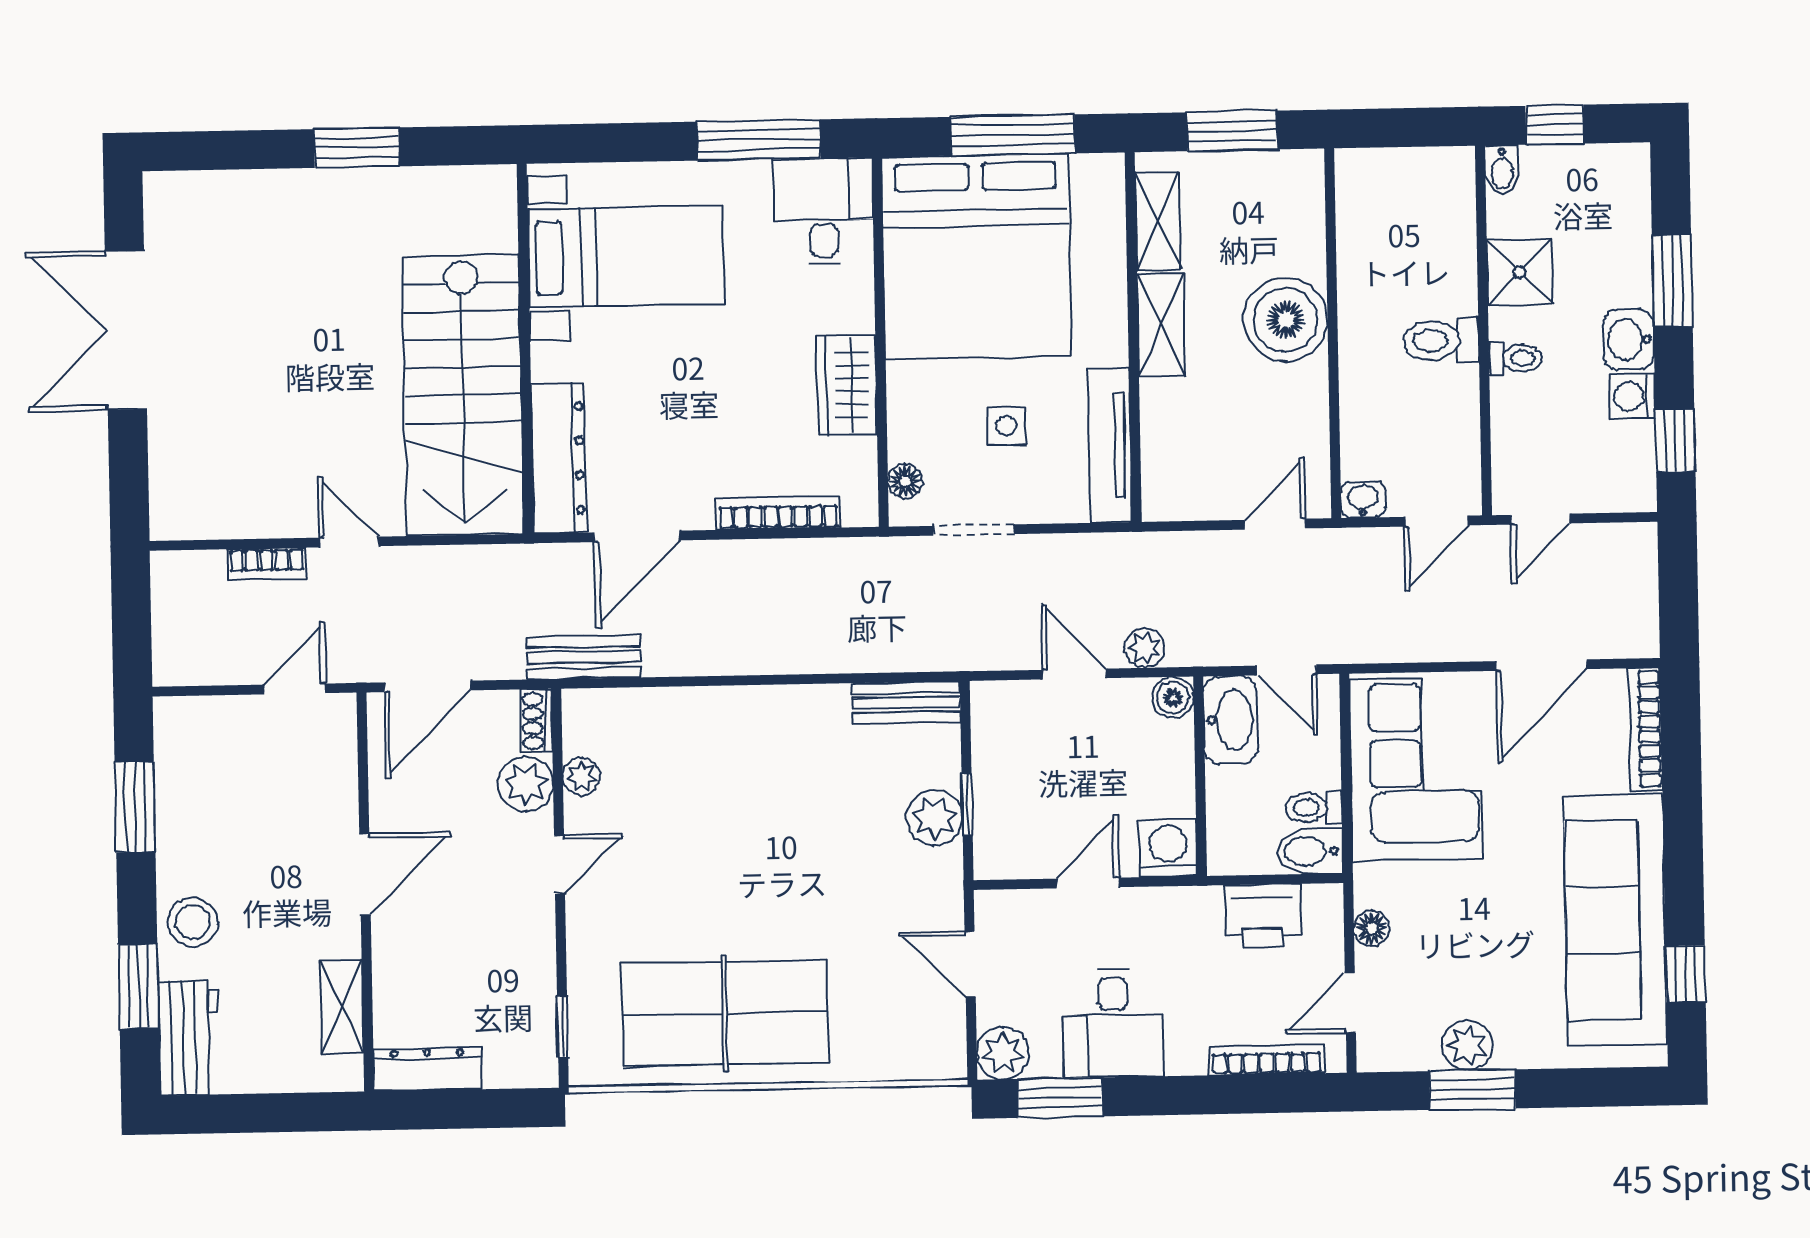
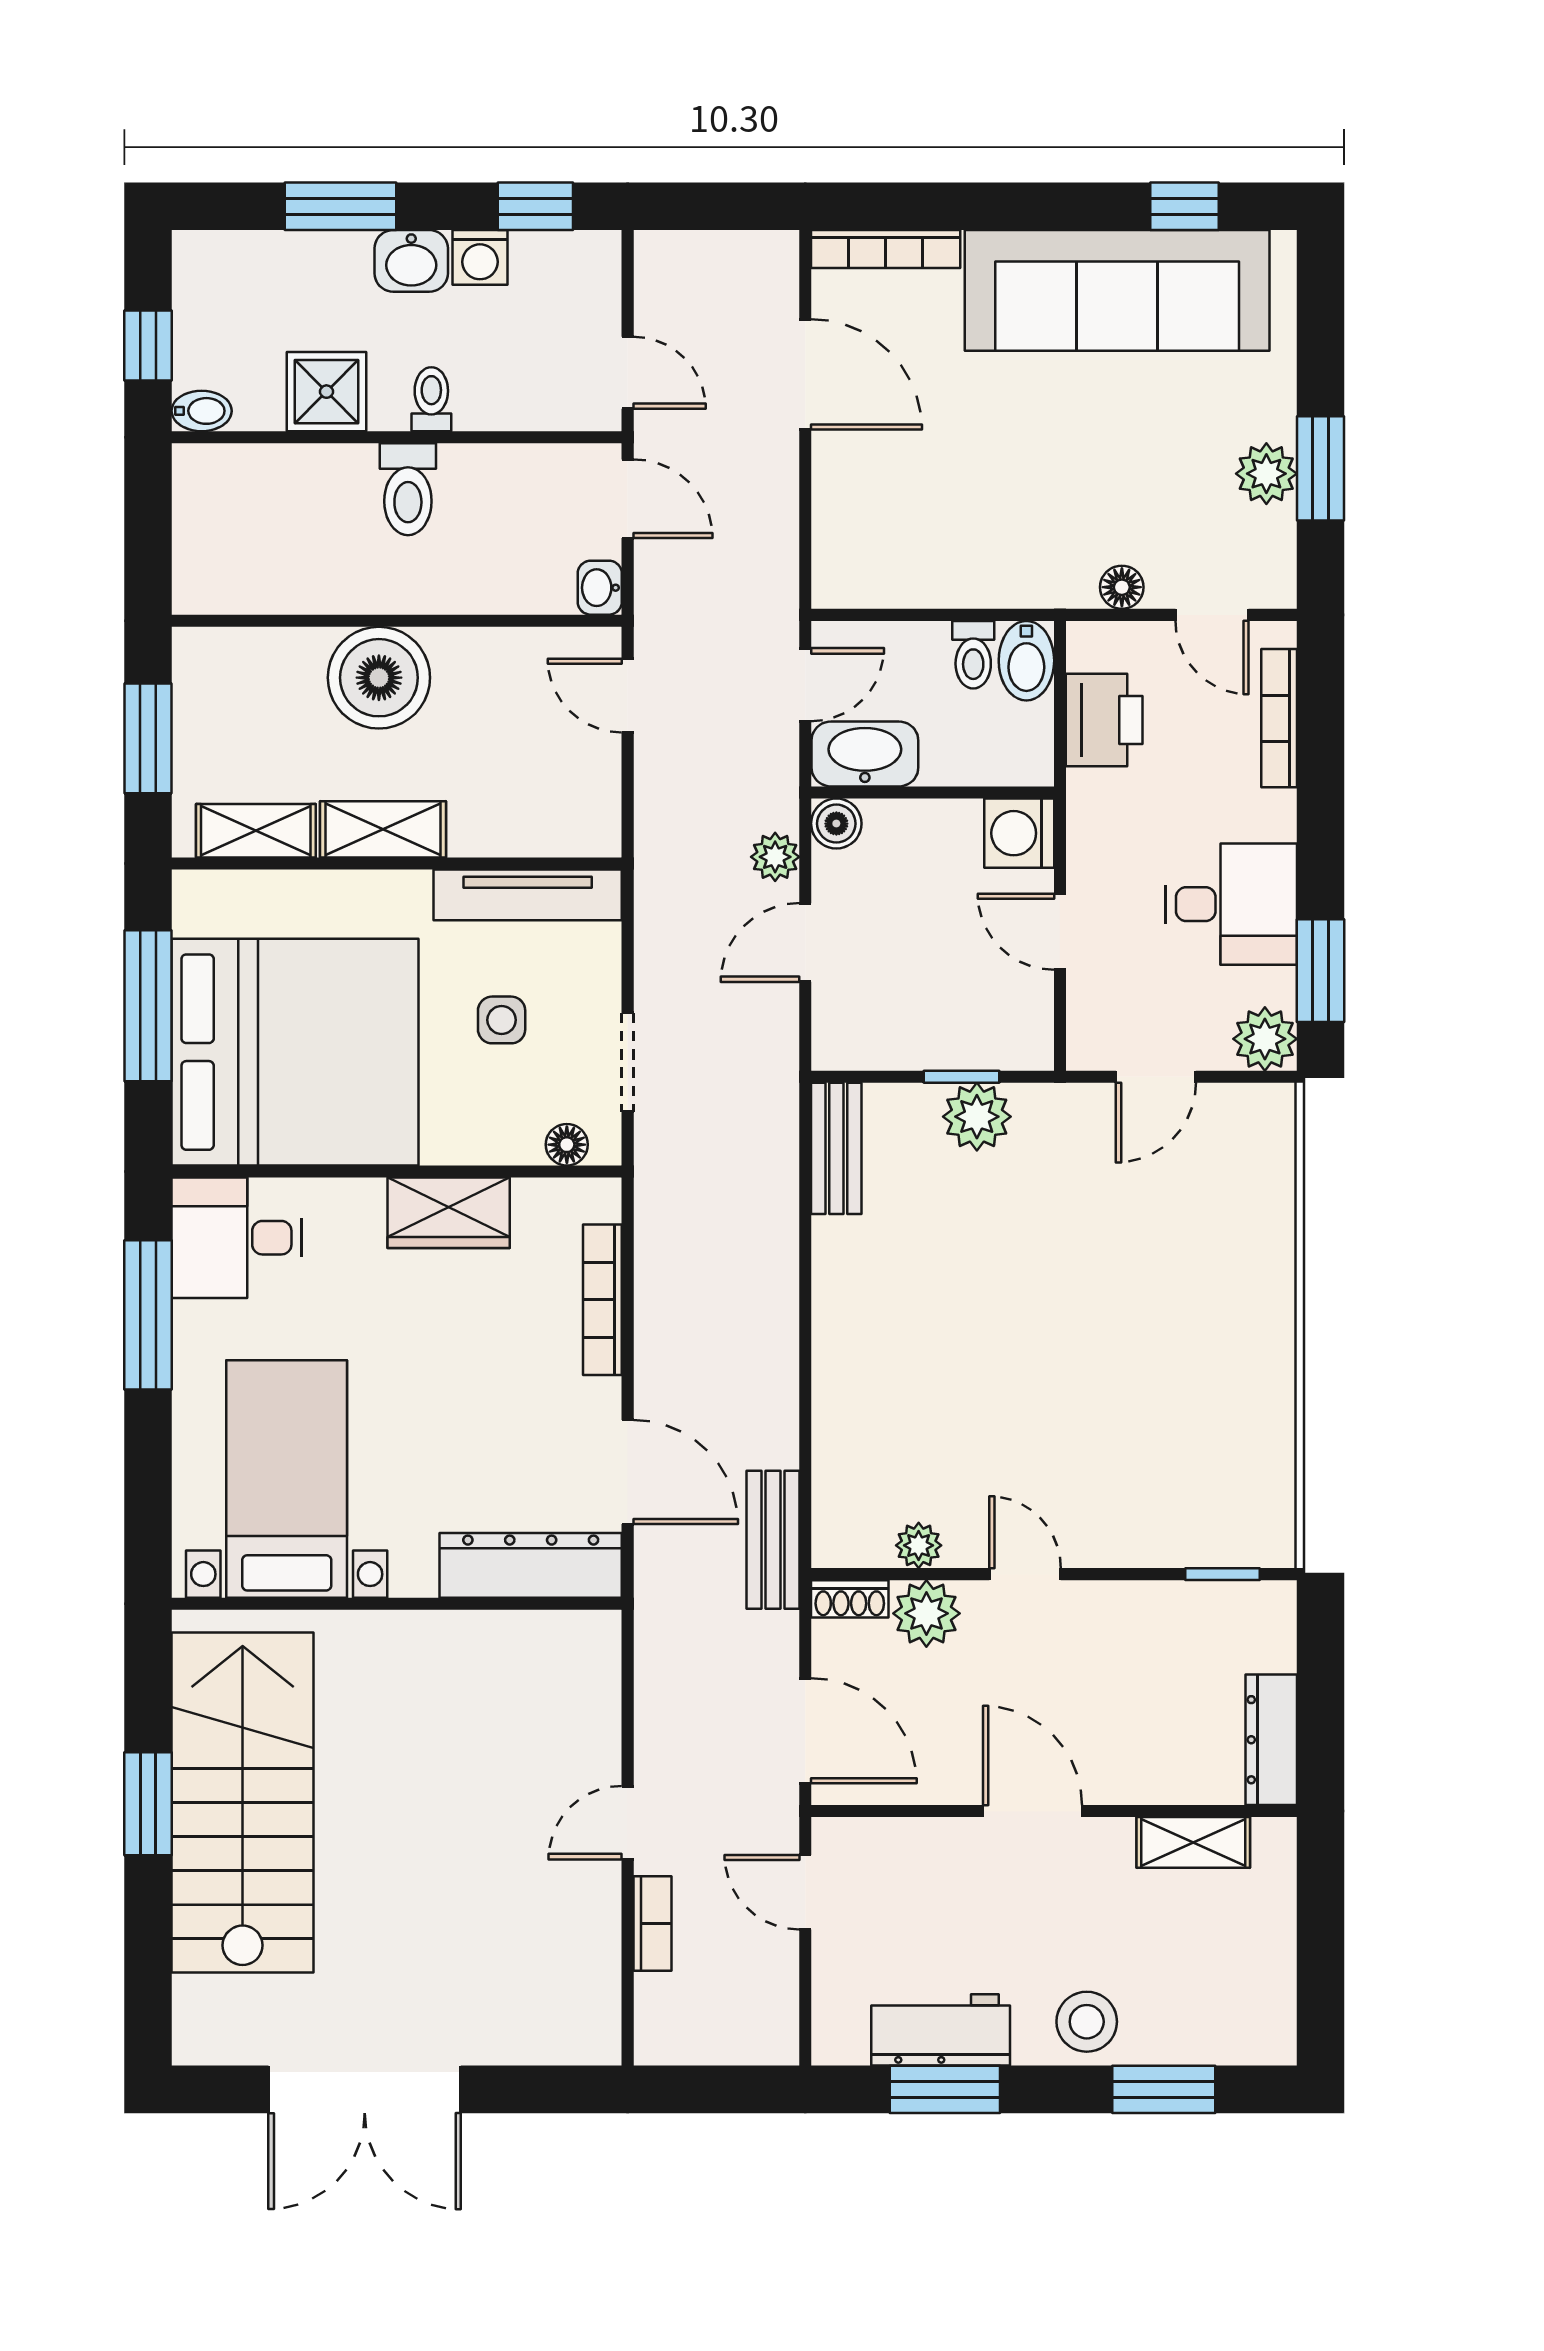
stairs: (463, 395) -> (243, 1802), moved, turned -90
corner sofa: (1416, 769) -> (929, 530), removed
table tennis table: (725, 1013) -> (1210, 1376), removed
workbench: (188, 1038) -> (941, 2030), moved

